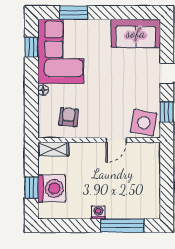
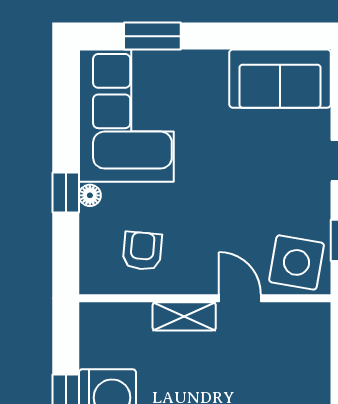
window: (31, 47) -> (66, 192), moved
door: (116, 140) -> (240, 298), swing flipped
shelving: (53, 149) -> (184, 316), moved

